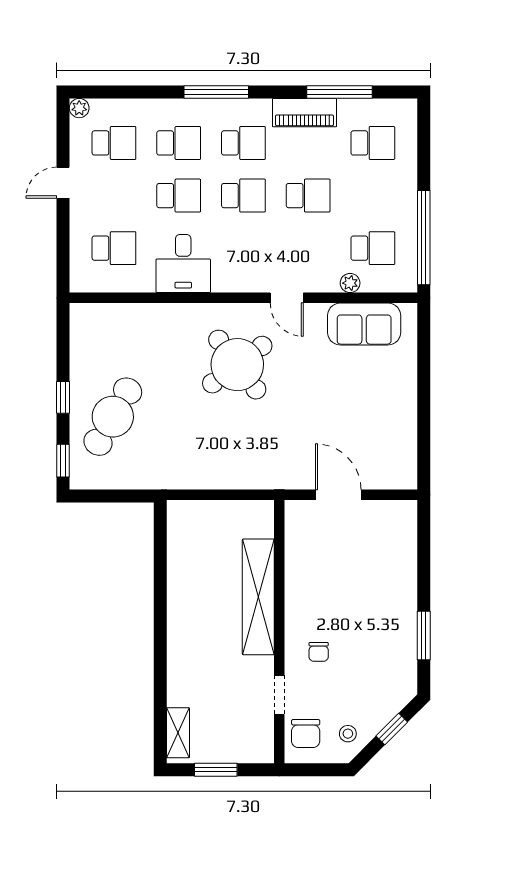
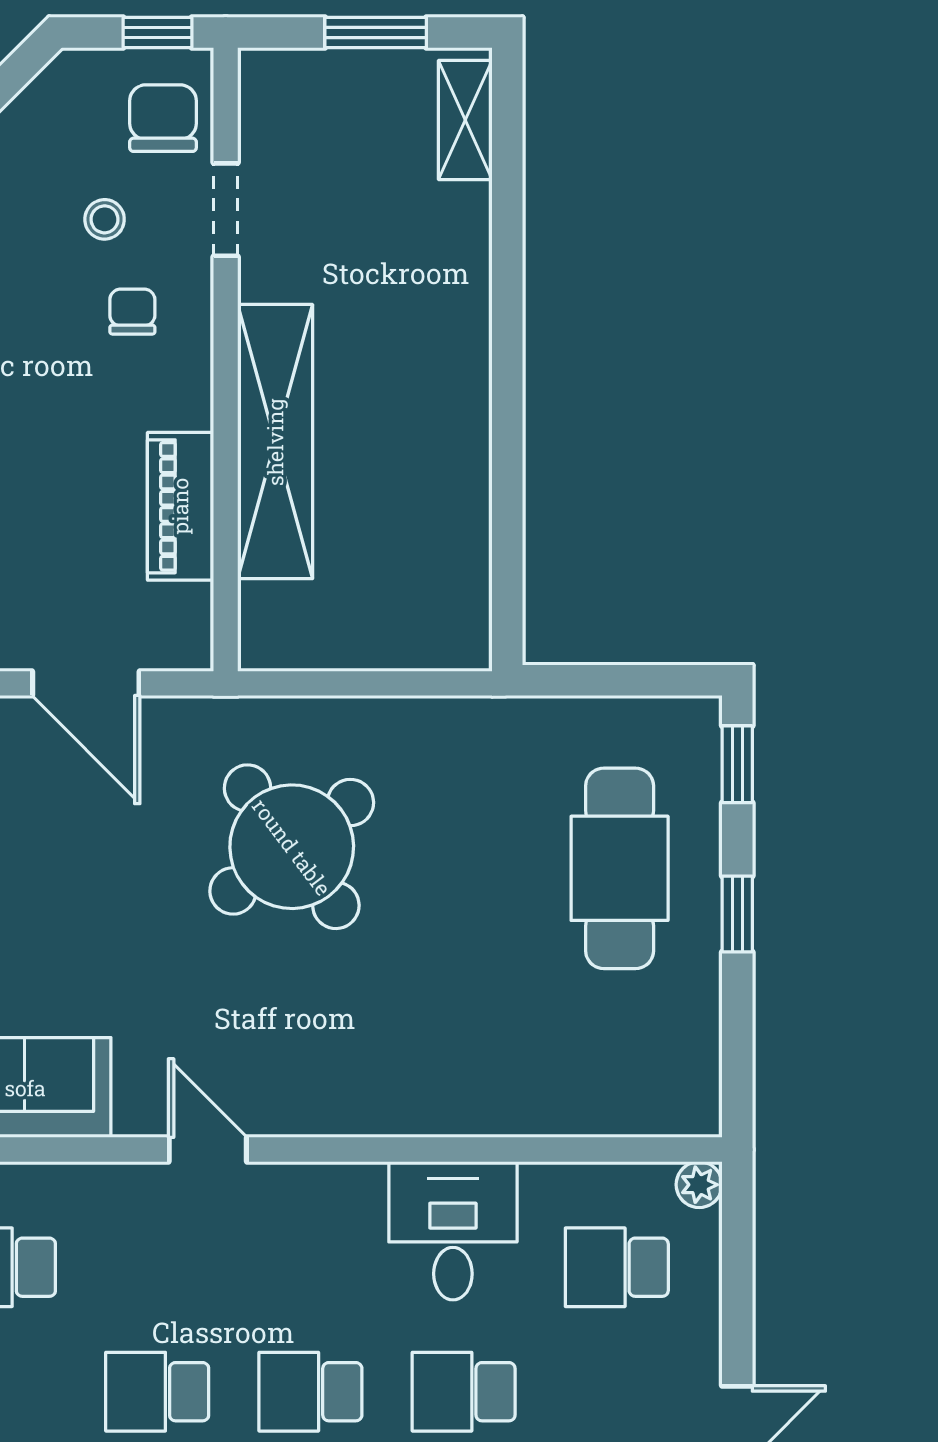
plant: (350, 283) -> (699, 1185), moved
round table: (237, 365) -> (292, 847), moved
cafe table: (113, 417) -> (620, 868), turned -30
piano: (298, 570) -> (180, 506), added
stool: (348, 734) -> (105, 219), moved
window: (308, 770) -> (157, 33), added

